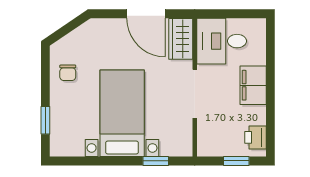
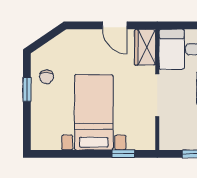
door: (146, 14) -> (115, 25), width x0.73
window: (45, 120) -> (27, 89), moved

